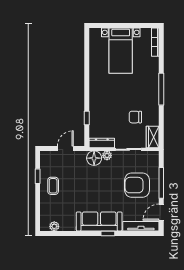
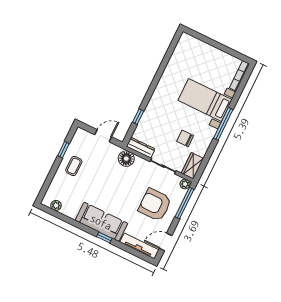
bed with nightstands: (121, 51) -> (205, 100), moved, turned 90
plant: (107, 155) -> (185, 184), moved
window: (161, 183) -> (185, 203), moved

